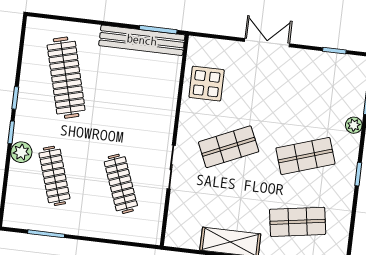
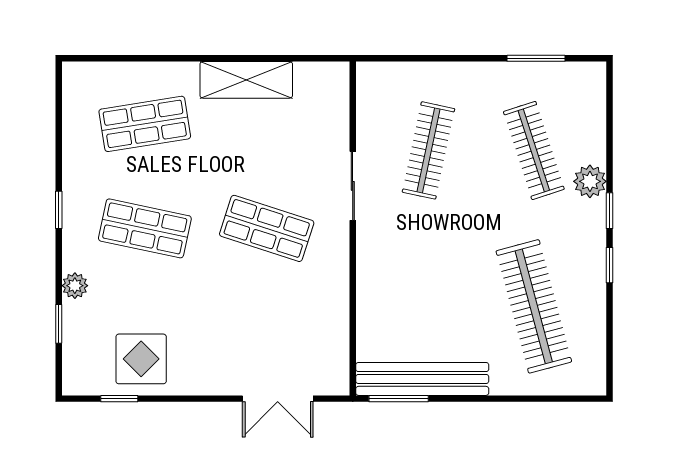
double door: (267, 43) -> (278, 399), moved
display table: (207, 84) -> (141, 359), moved
shop shelf: (229, 147) -> (267, 228), turned 42
shop shelf: (305, 156) -> (145, 228), turned 30
clothes rail: (121, 184) -> (428, 150), turned 33

